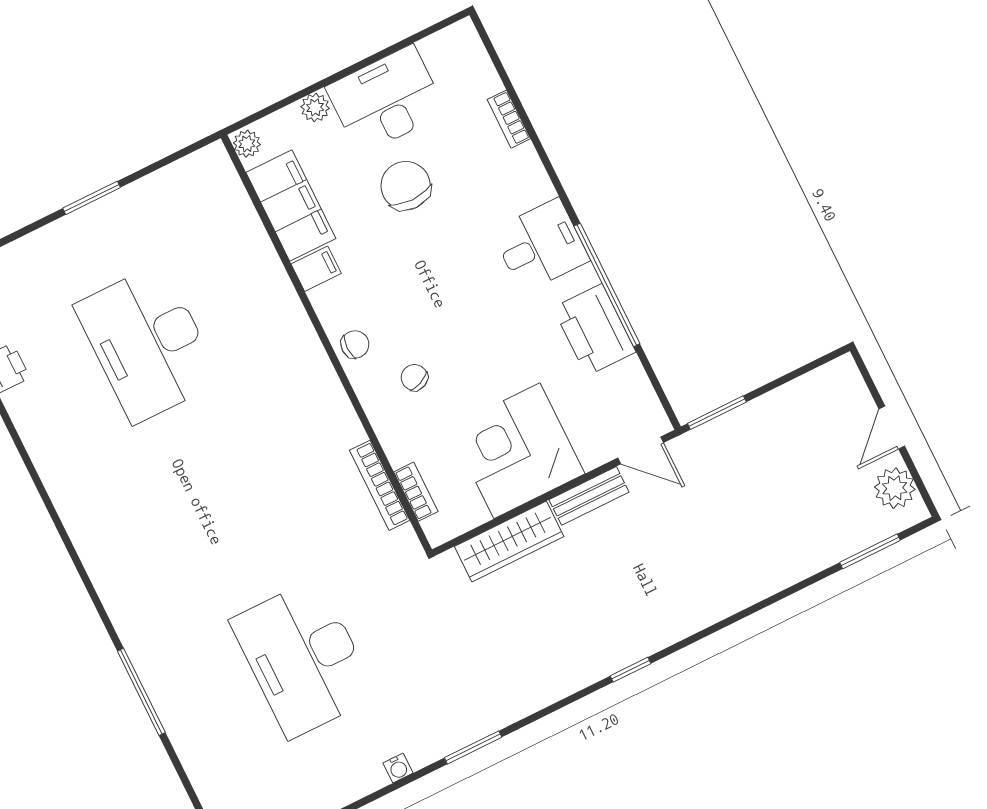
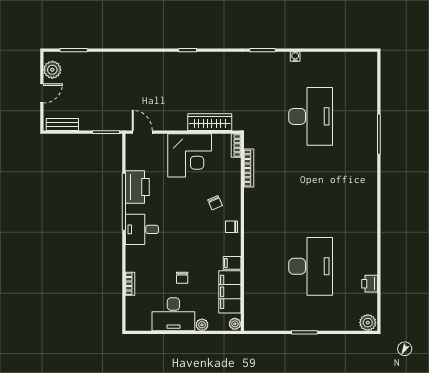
chair: (406, 186) -> (182, 278), width x0.54, depth x0.54
bookcase: (416, 492) -> (236, 145), moved
bench: (589, 496) -> (62, 125), moved

